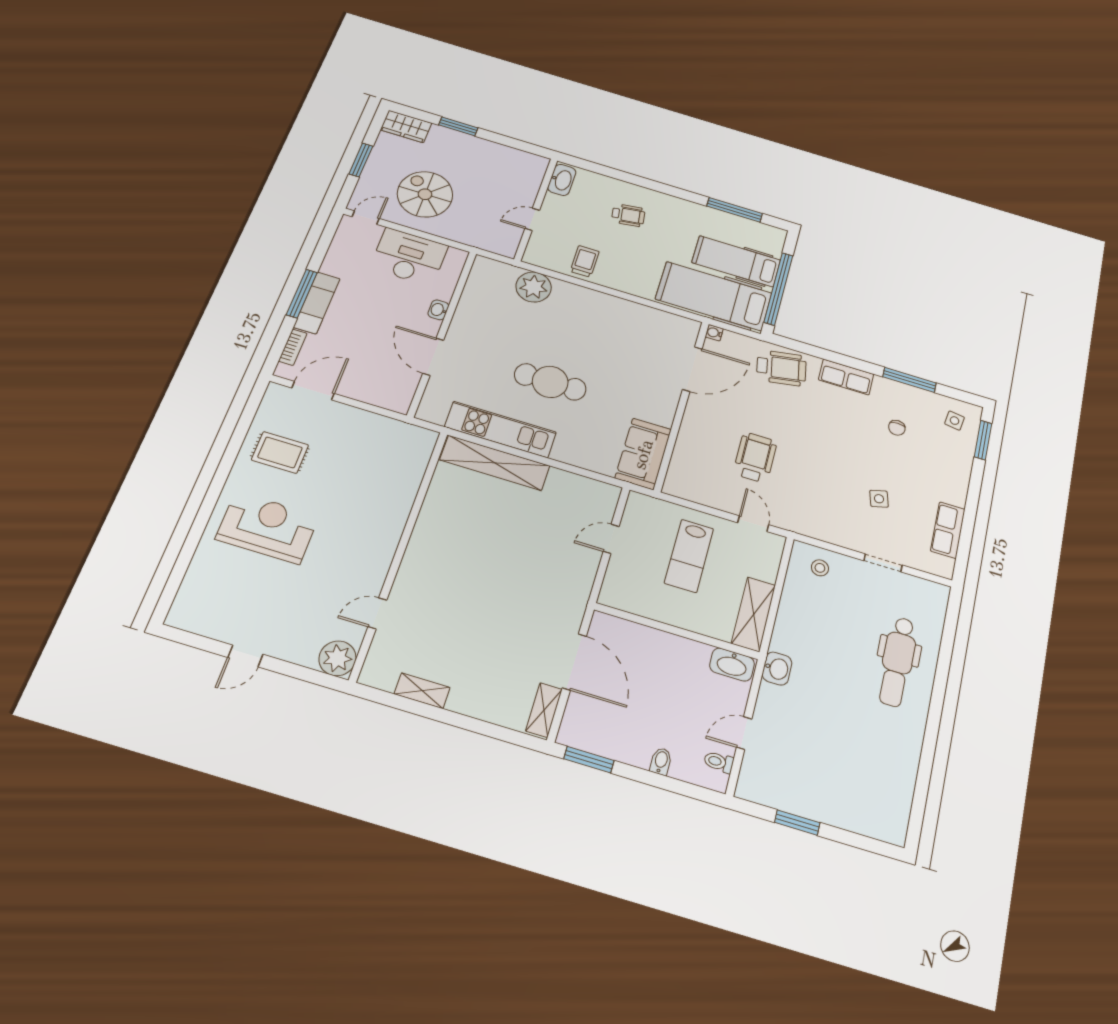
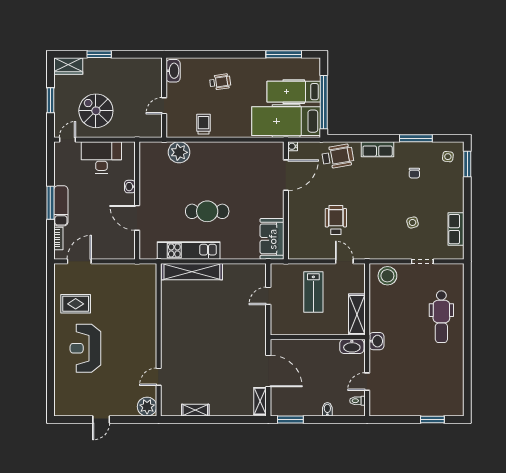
reception desk: (267, 528) -> (85, 348), turned -90
stool: (820, 568) -> (387, 276), width x1.89, depth x1.89
window: (797, 823) -> (432, 420), moved

